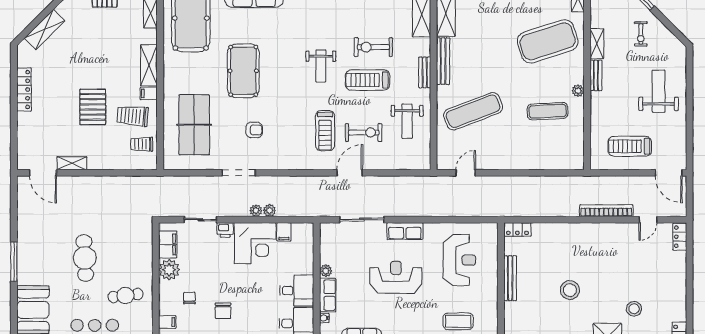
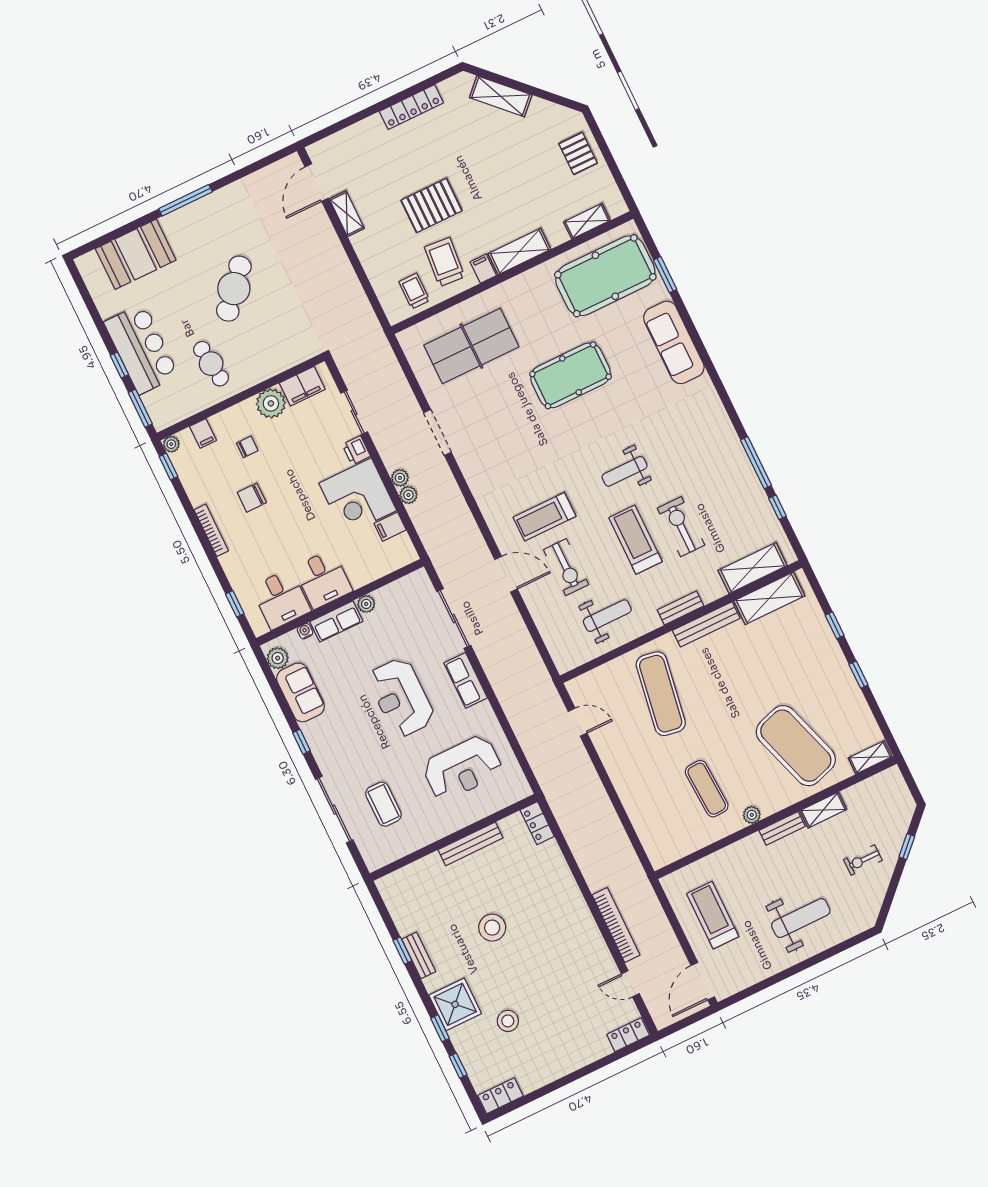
exercise mat: (473, 111) -> (661, 694), turned 30
weight bench: (407, 121) -> (607, 616), turned 180
armchair: (254, 130) -> (502, 426), removed
cafe table: (85, 258) -> (234, 289), turned -46
reception desk: (396, 277) -> (401, 697), turned 180

